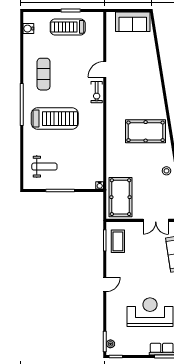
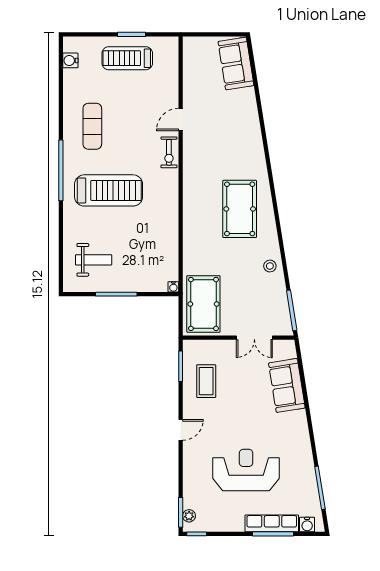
sofa: (133, 22) -> (236, 63), moved, turned 81
pool table: (146, 131) -> (240, 209), turned 90
coffee table: (118, 241) -> (206, 381), moved

